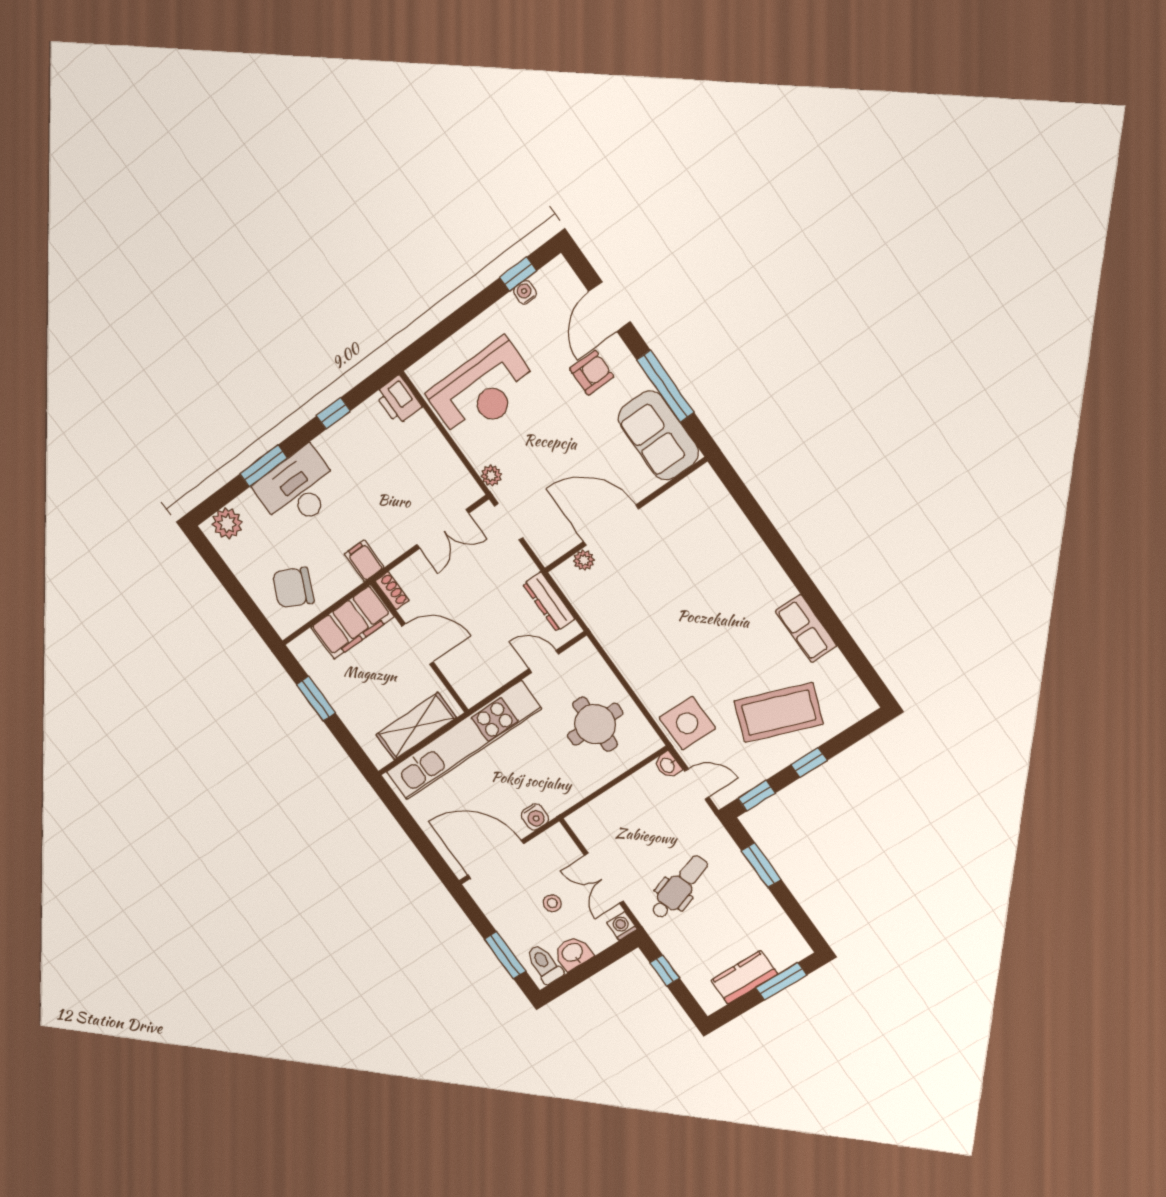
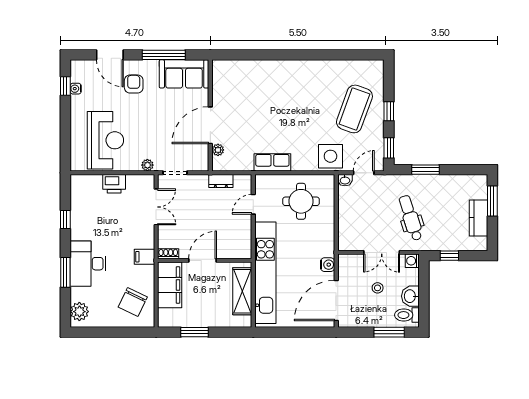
printer: (398, 400) -> (114, 184), moved
dresser: (549, 602) -> (221, 181), width x0.70
row of seats: (806, 628) -> (272, 162), moved, turned 180

